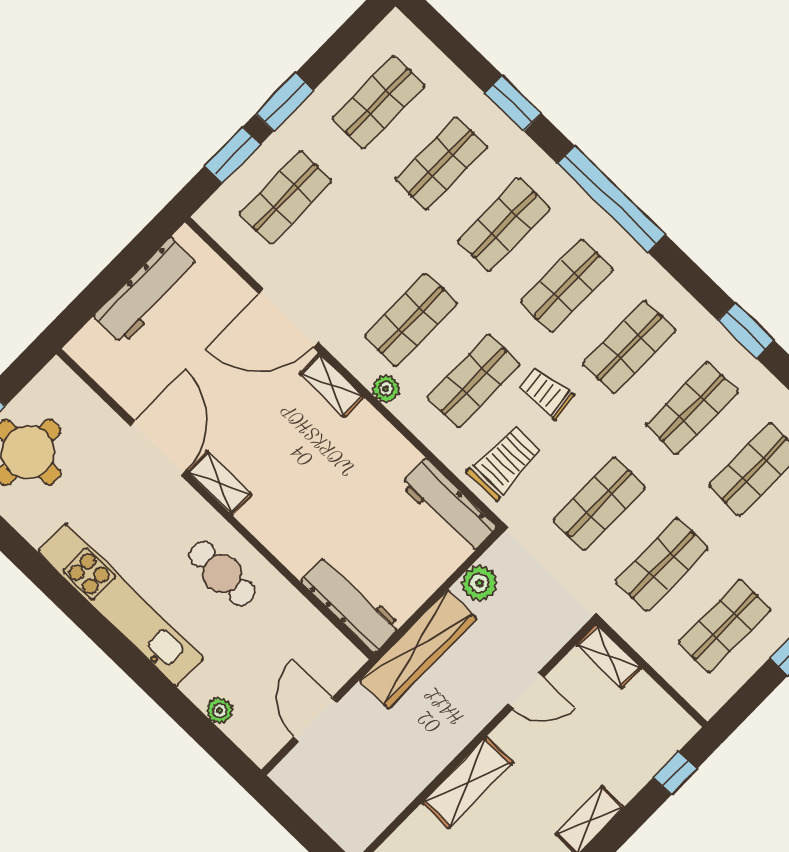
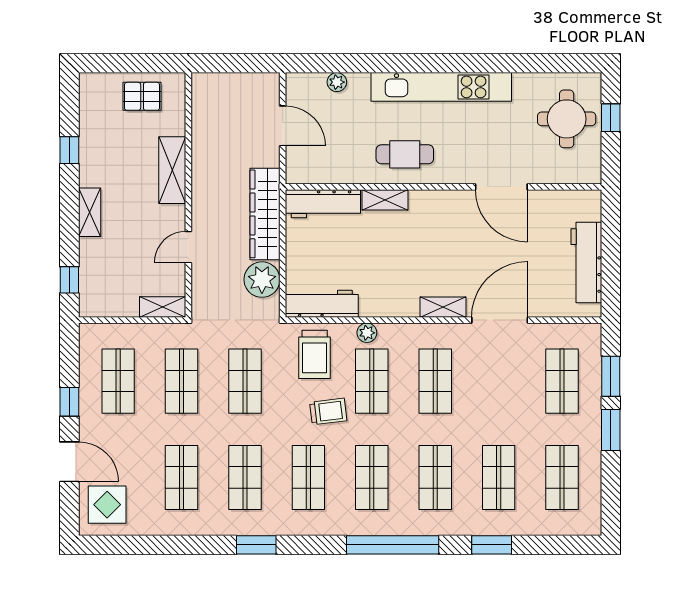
plant: (386, 389) -> (367, 333), moved
shelving: (219, 483) -> (385, 200), moved
plant: (479, 583) -> (262, 280), width x1.36, depth x1.36

